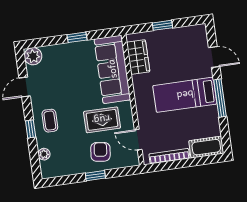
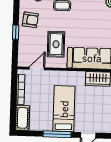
armchair: (100, 152) -> (30, 20), moved

